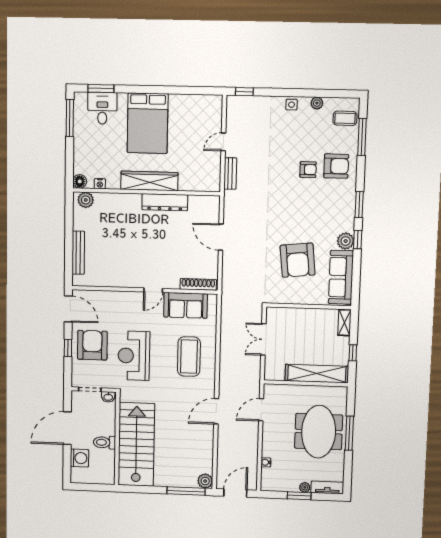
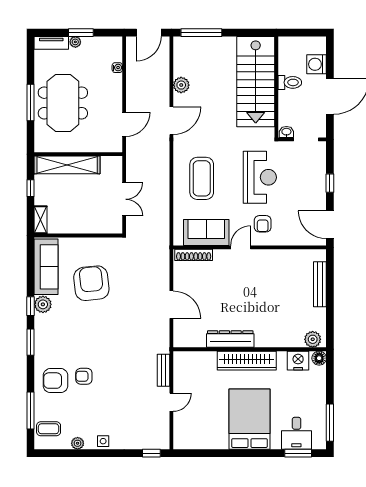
nightstand: (100, 184) -> (298, 361), width x1.89, depth x1.79
armchair: (92, 345) -> (263, 224), moved, width x0.53, depth x0.53
plant: (205, 481) -> (181, 85), moved

